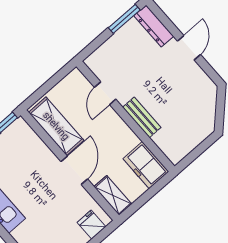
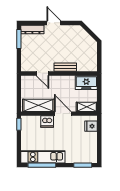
dishwasher: (44, 158) -> (47, 122), added

